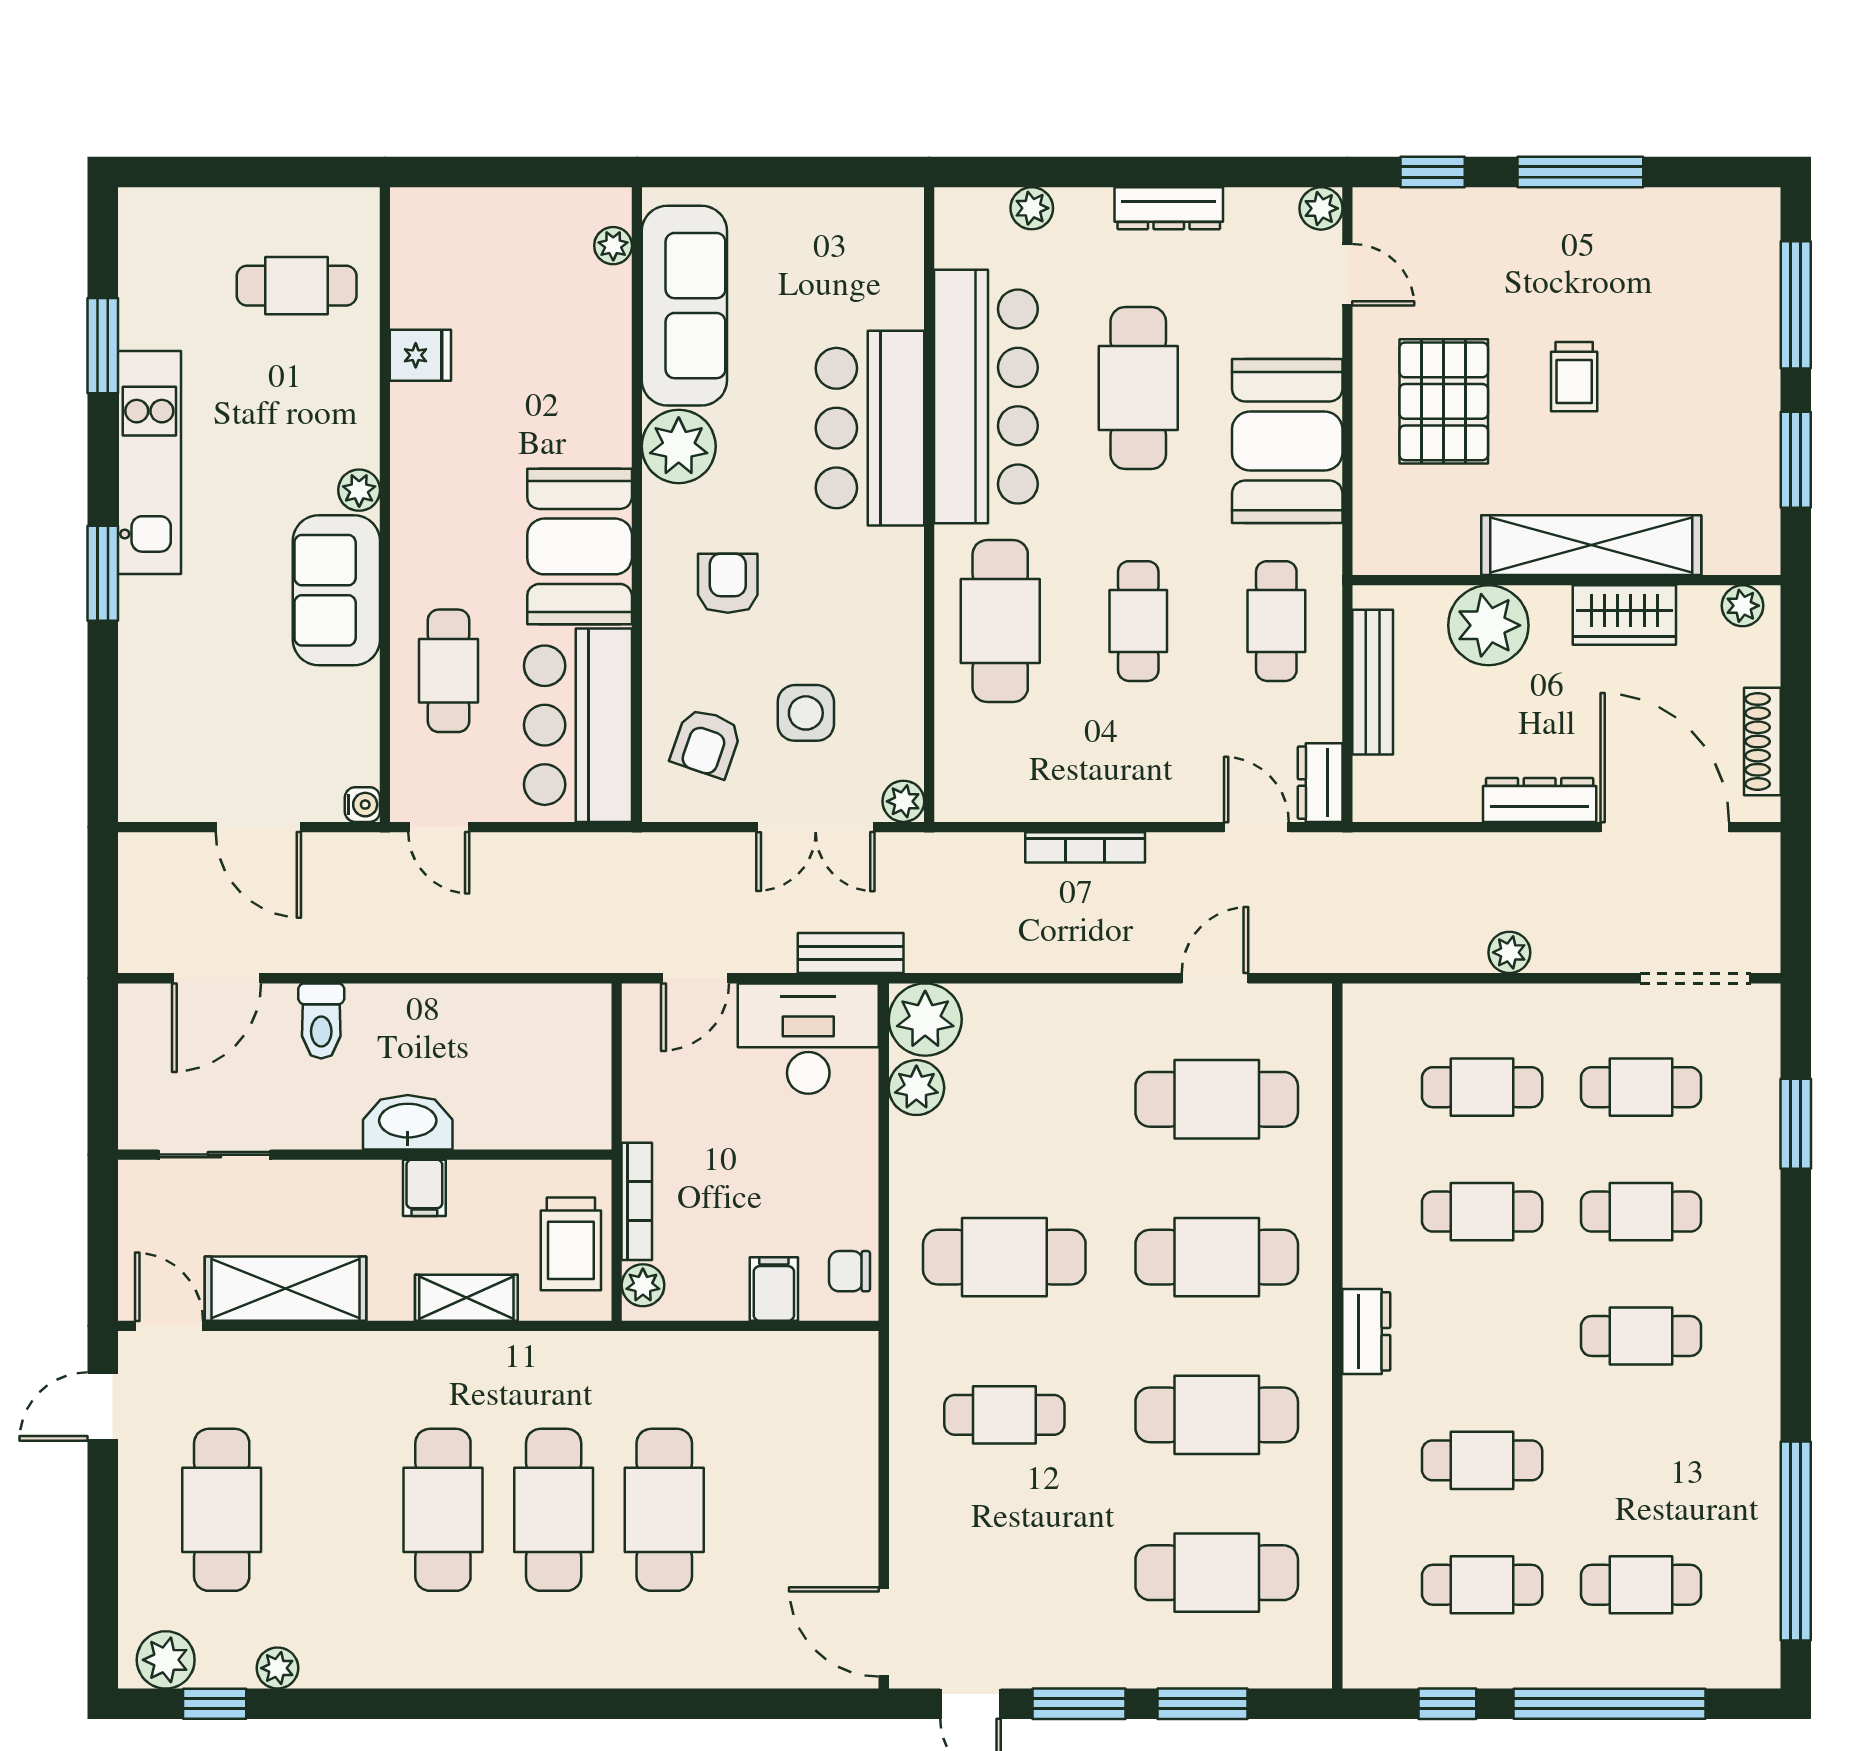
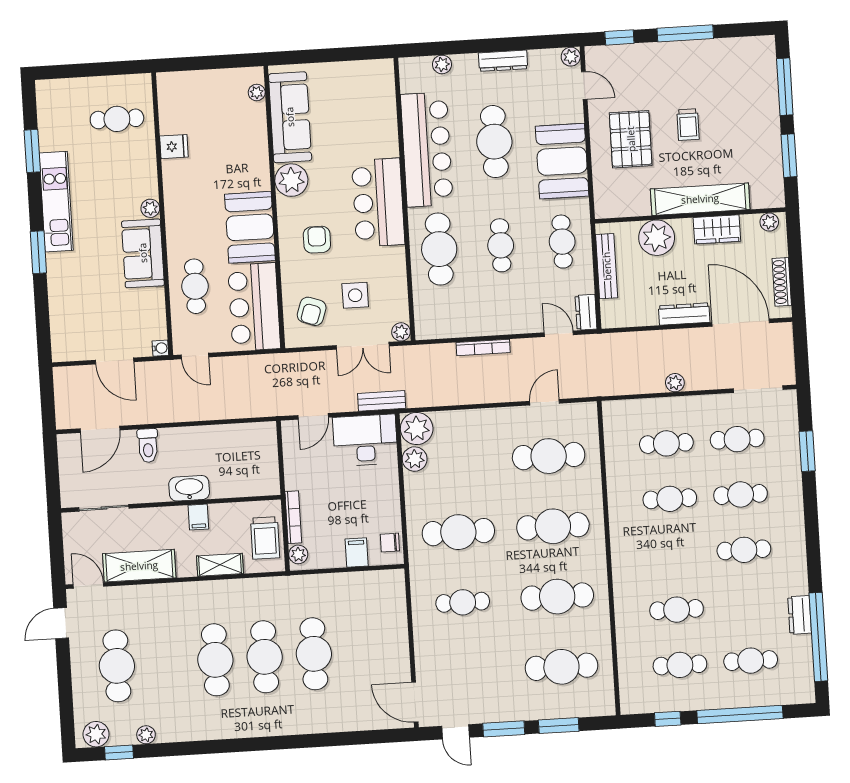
bar counter: (870, 428) -> (378, 203), moved
dresser: (1366, 1331) -> (800, 615), moved, turned 180

